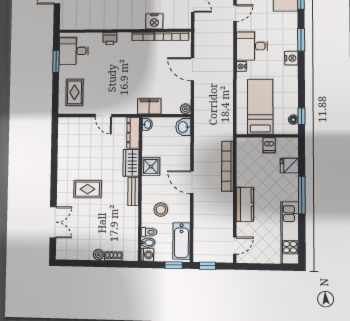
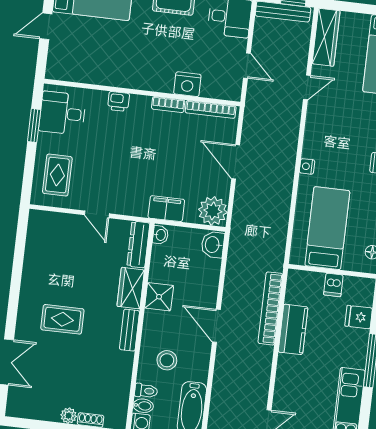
desk: (252, 46) -> (326, 139), removed
plant: (185, 109) -> (213, 211), width x1.88, depth x1.88
kitchen counter: (245, 204) -> (293, 329), moved

